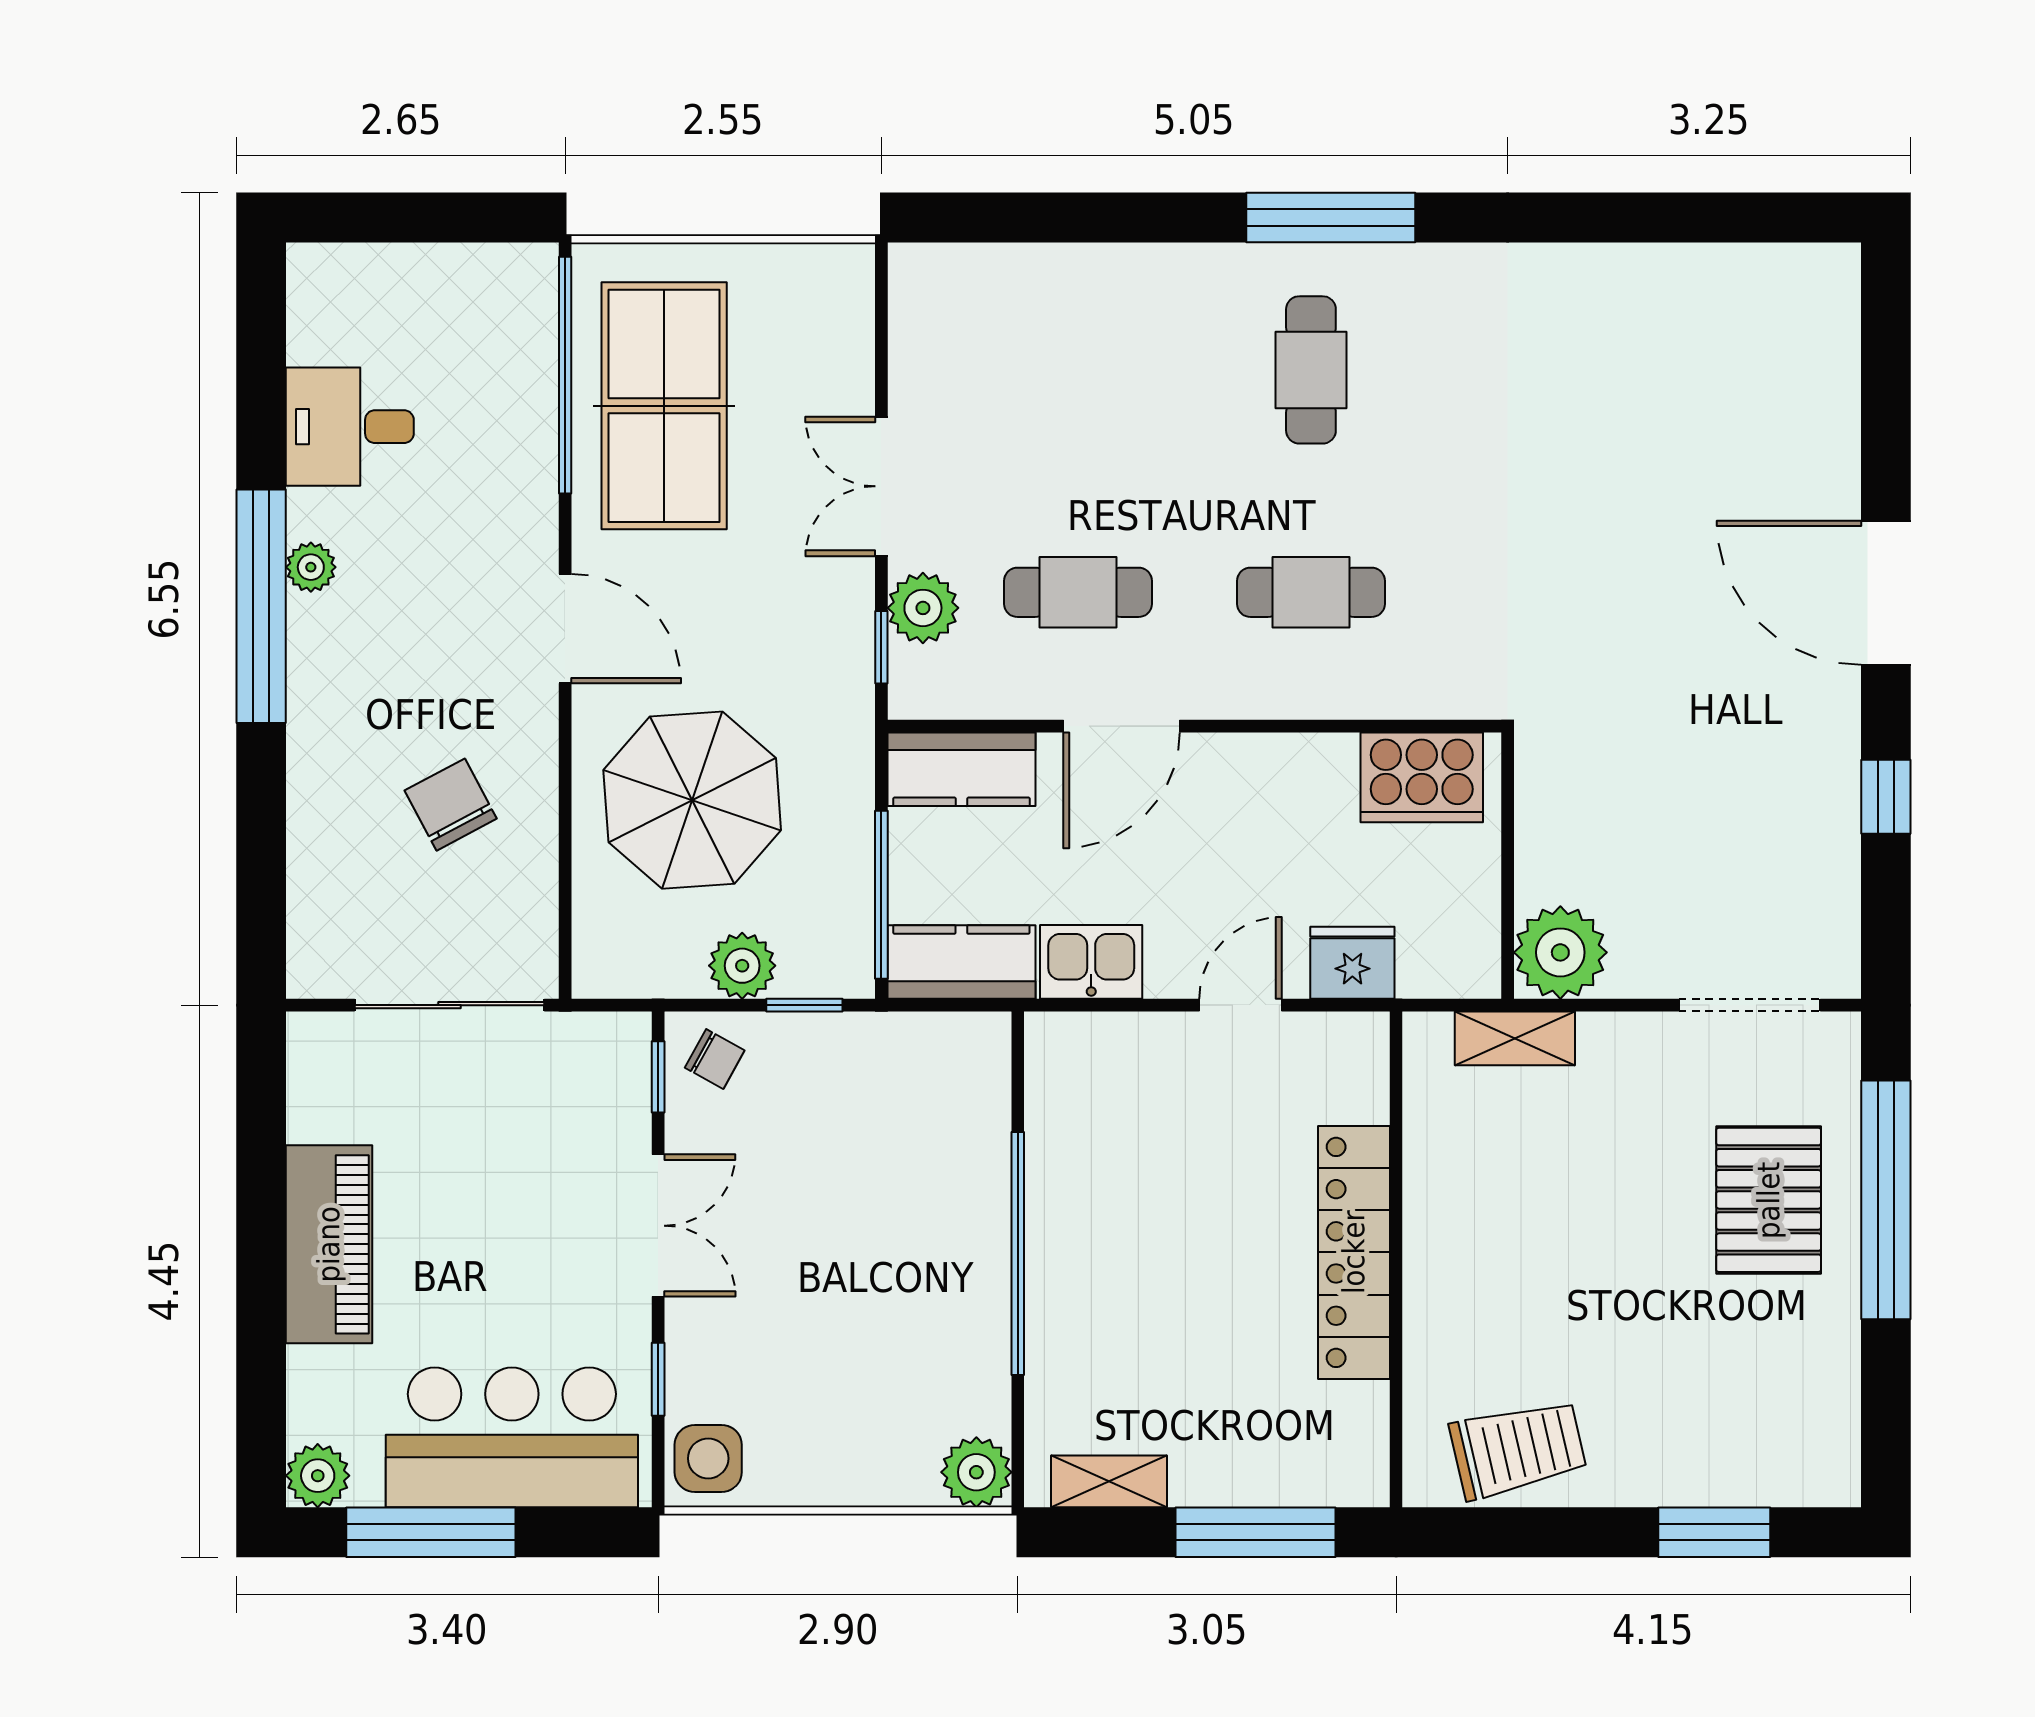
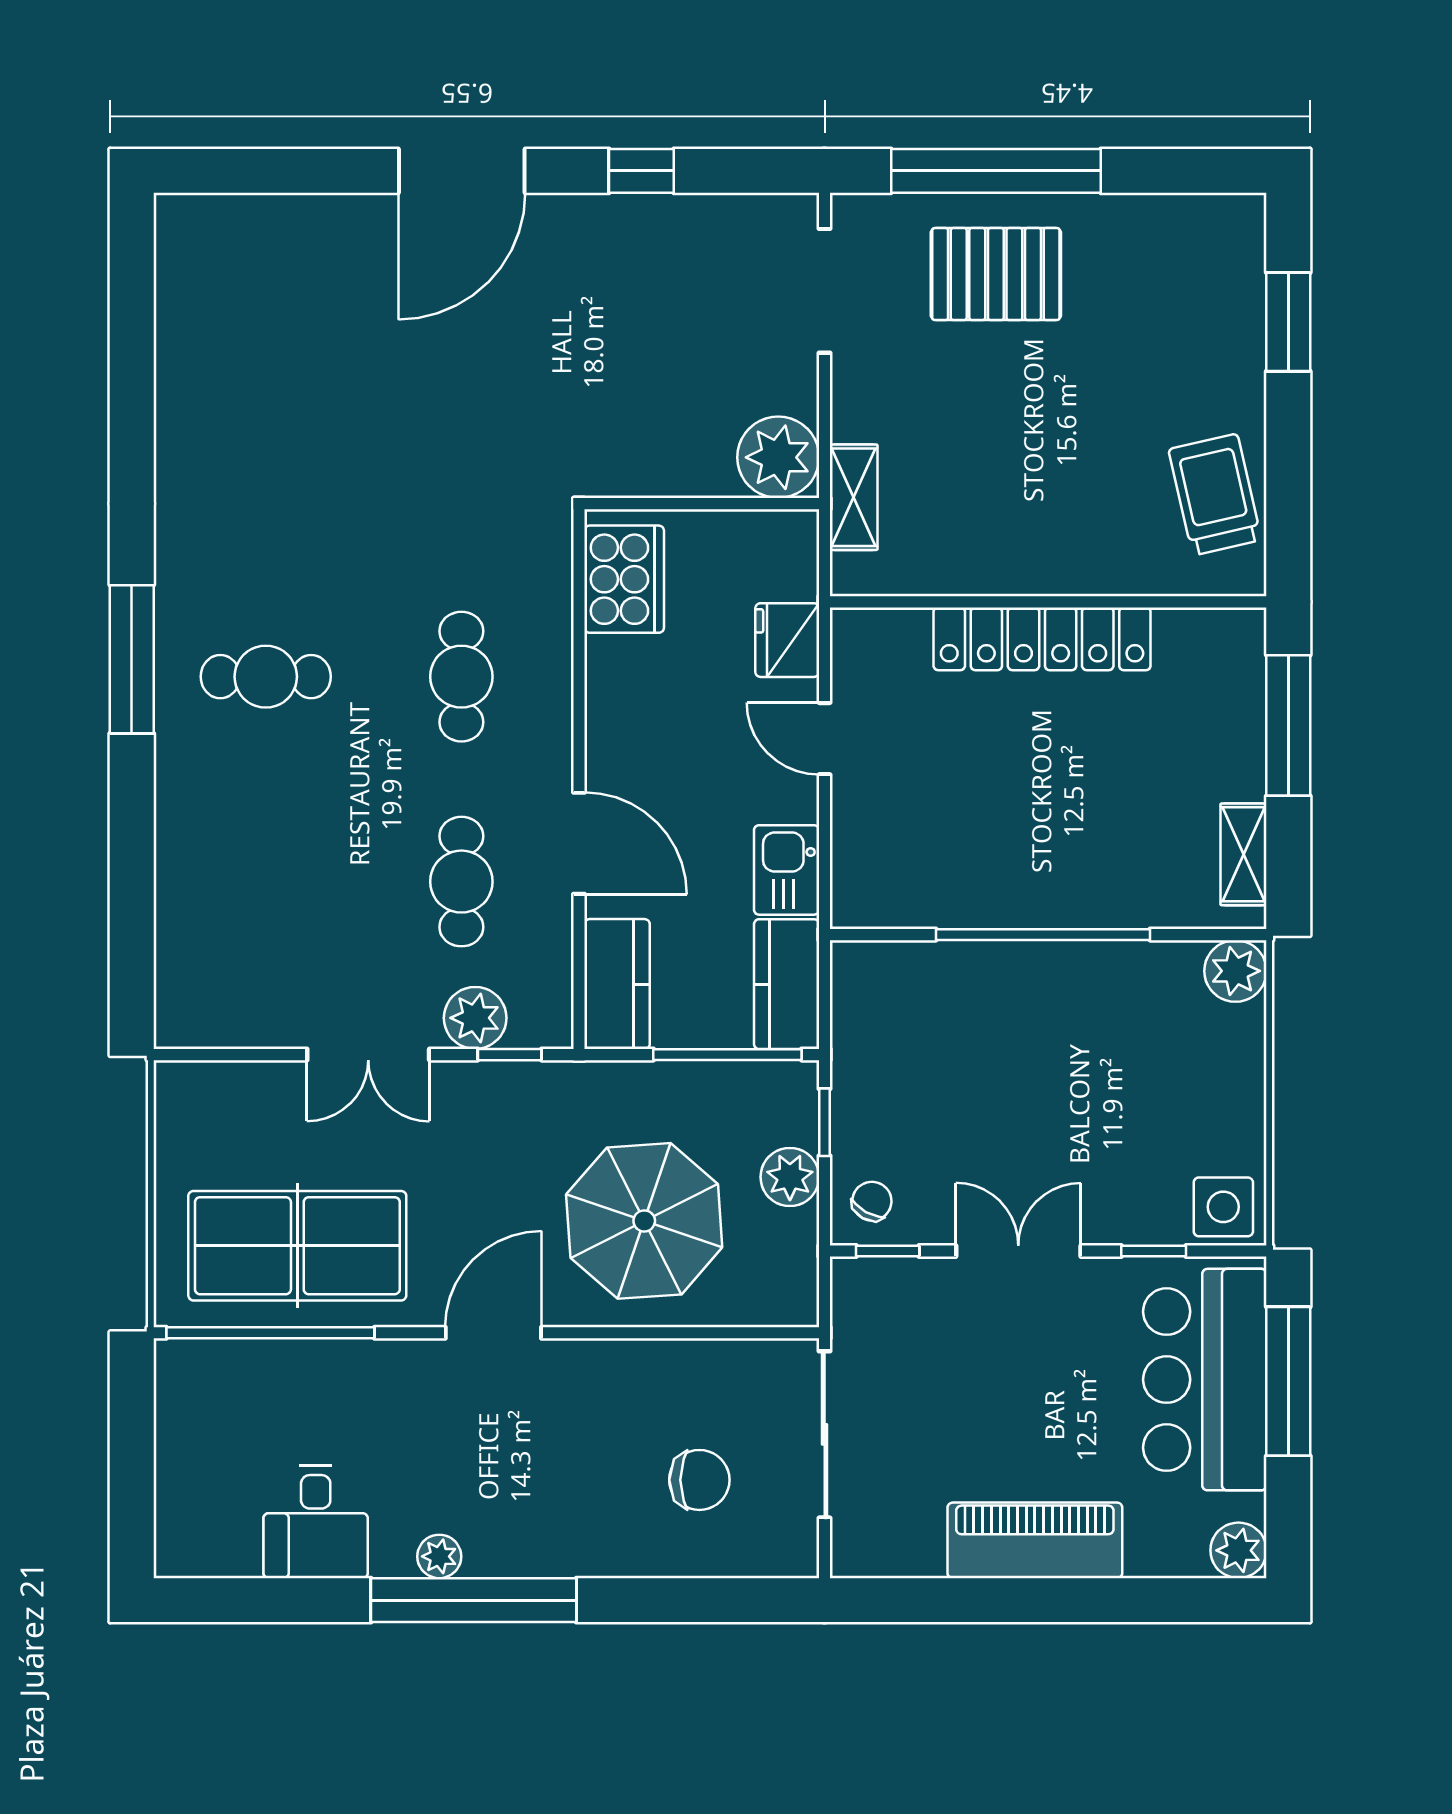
chair: (451, 805) -> (699, 1480), moved, turned -152
window: (431, 1532) -> (1288, 1381), moved

